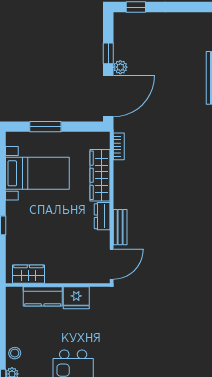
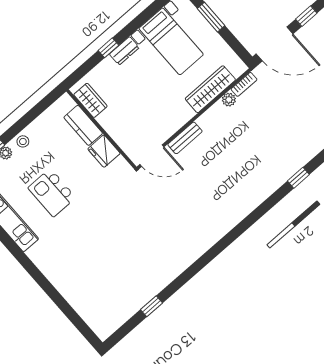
plant: (120, 67) -> (229, 100), moved
dresser: (102, 216) -> (124, 51), moved, turned 180

